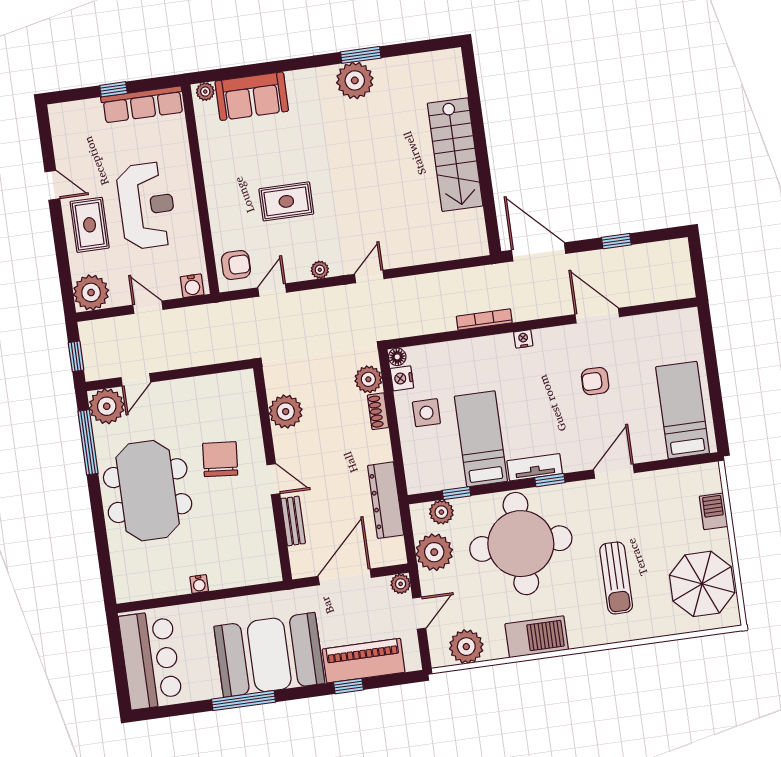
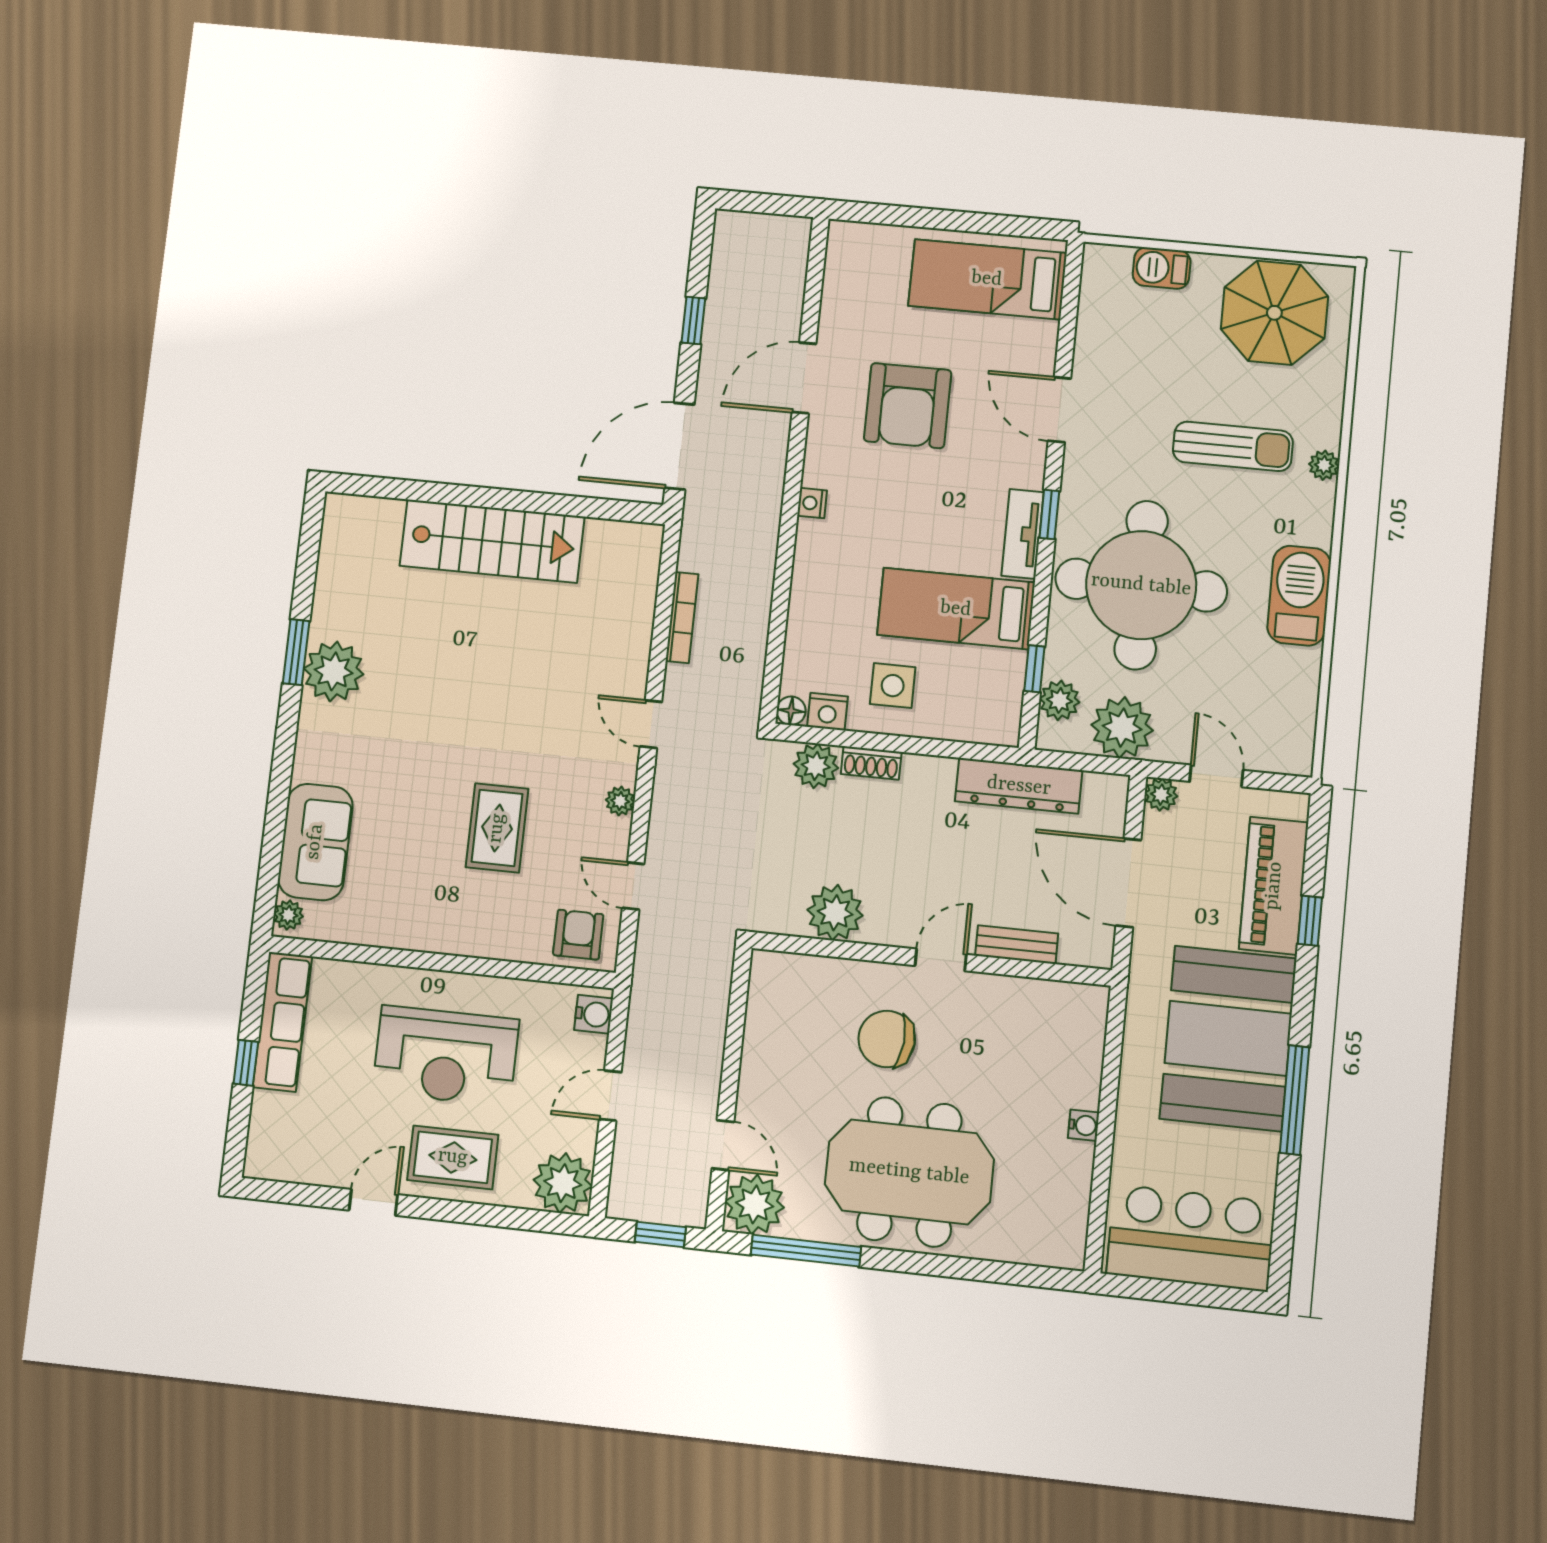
reception desk: (147, 206) -> (446, 1056), turned 180
bookcase: (484, 319) -> (682, 618), moved, turned 180
armchair: (595, 381) -> (908, 406), width x1.88, depth x1.88
plant: (466, 647) -> (1324, 465), moved, width x0.53, depth x0.53

